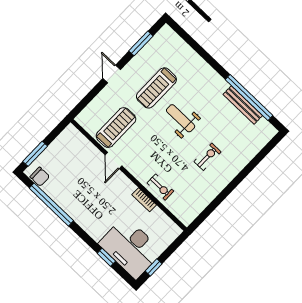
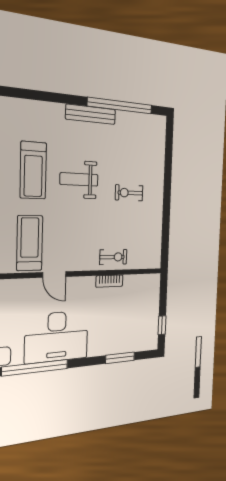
bench: (243, 105) -> (91, 114), moved
exercise bike: (208, 157) -> (129, 193), turned -90
desk: (131, 248) -> (57, 337), moved
window: (106, 257) -> (120, 358), width x1.50

